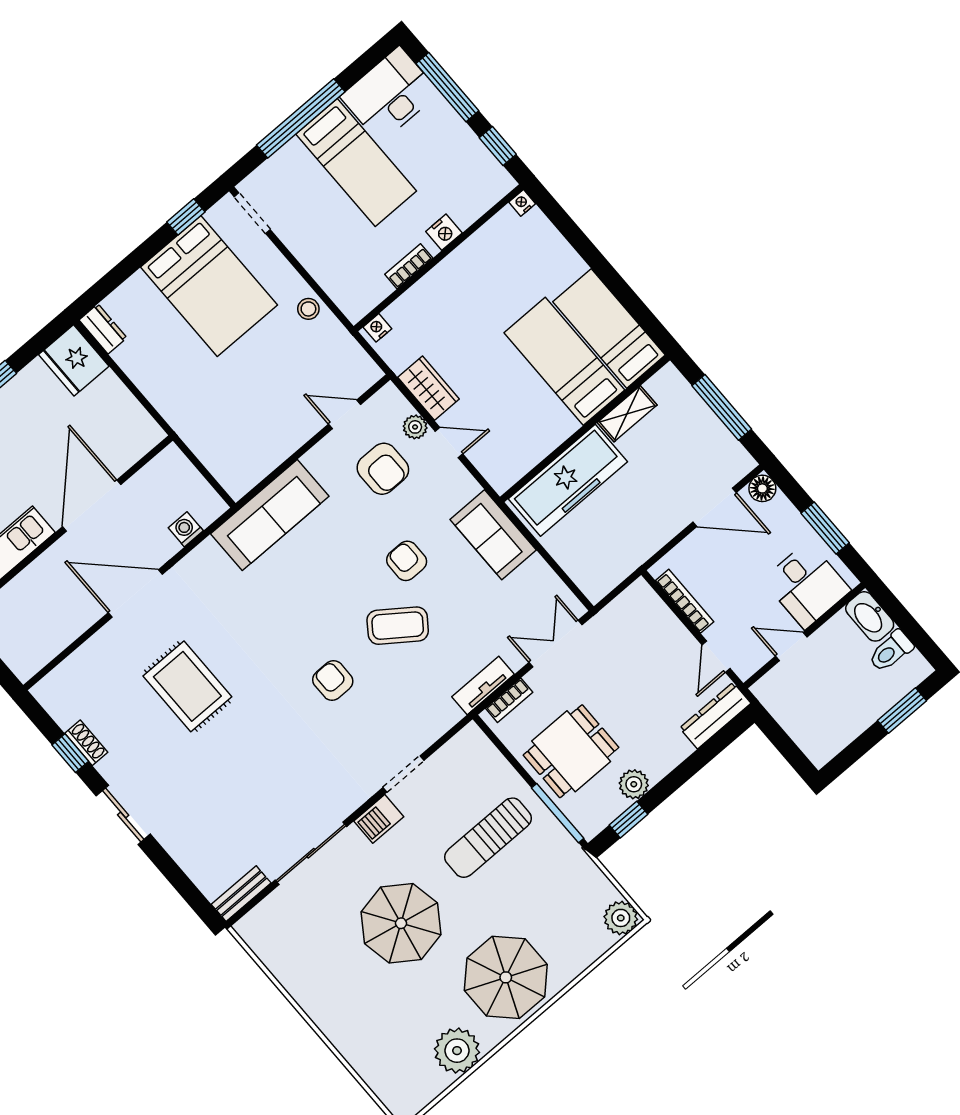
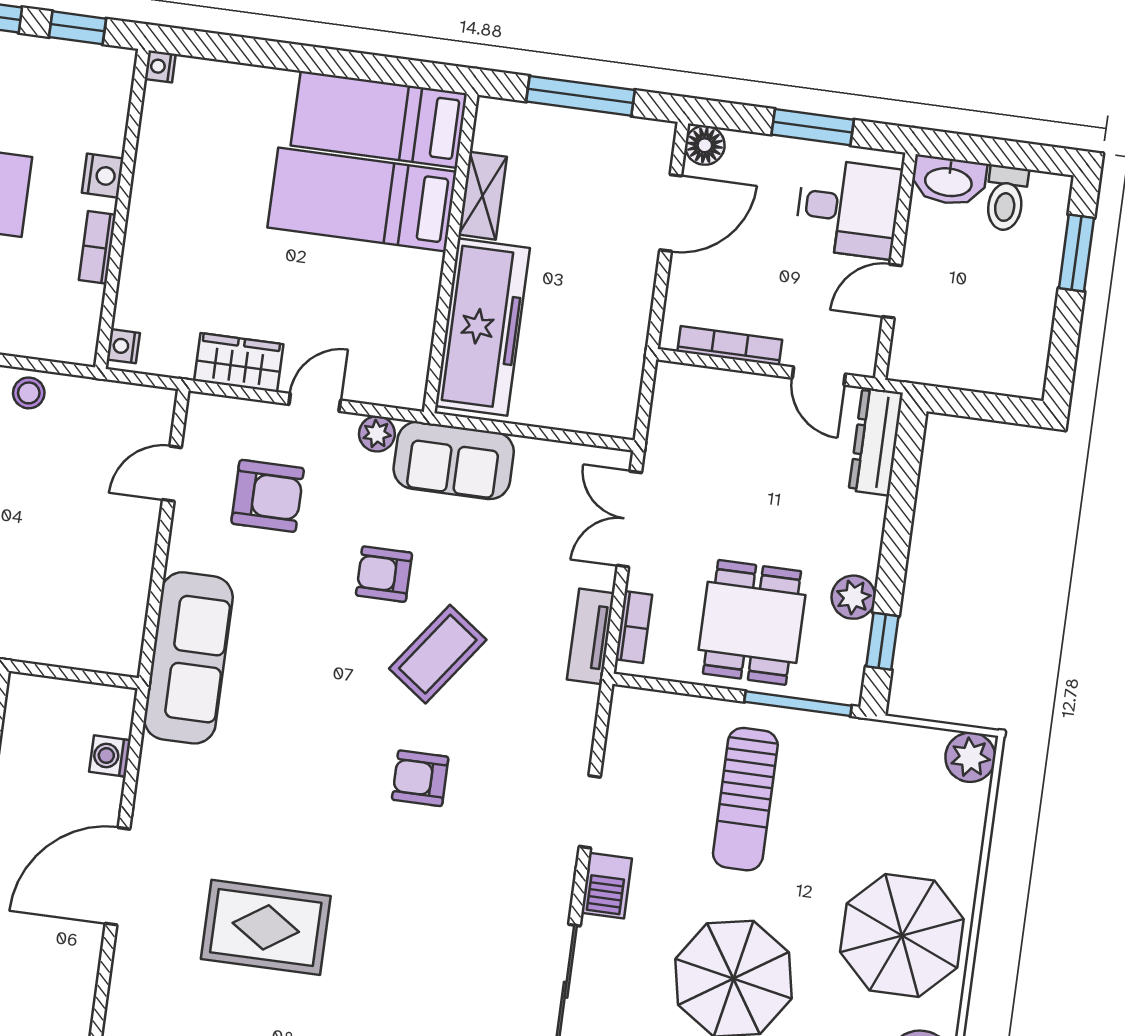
plant: (415, 427) -> (377, 434), moved

